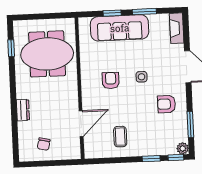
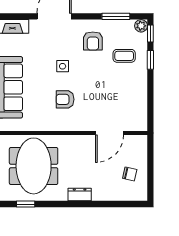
dresser: (23, 110) -> (80, 195), moved
door: (81, 124) -> (110, 133), swing flipped
coffee table: (120, 137) -> (124, 56), moved

